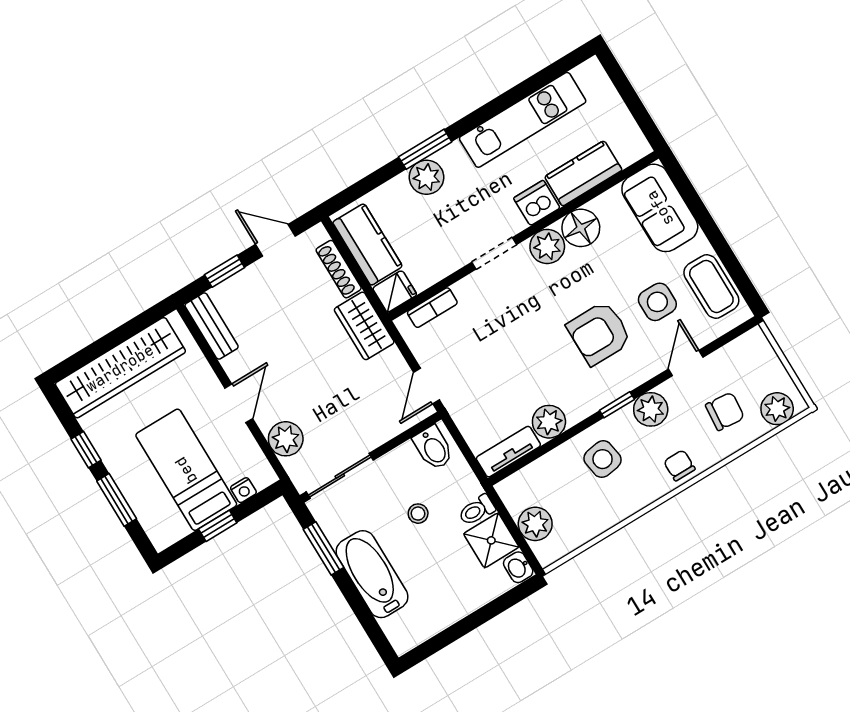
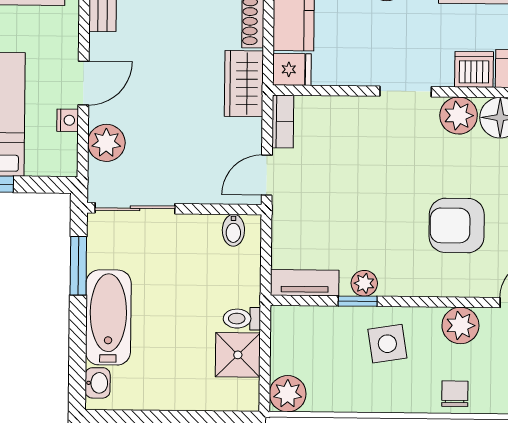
bookcase: (432, 308) -> (283, 121), moved, turned -90
window: (617, 405) -> (358, 301), moved
plant: (549, 422) -> (364, 283), width x0.73, depth x0.73
bidet: (433, 448) -> (233, 230), width x0.72, depth x0.74
nightstand: (243, 490) -> (68, 120), moved, turned -90
stool: (418, 514) -> (186, 288), removed
plant: (535, 524) -> (288, 394), moved
washbasin: (518, 567) -> (98, 383), moved, turned 180

